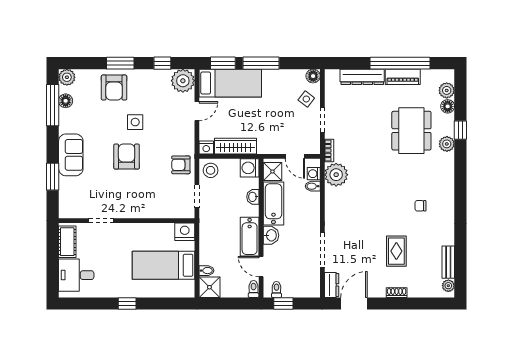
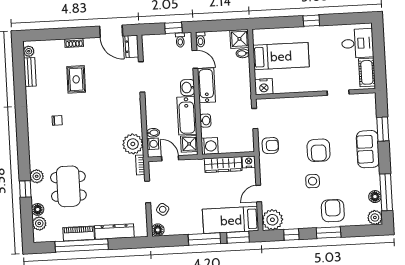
stool: (211, 170) -> (244, 142), removed
door: (354, 304) -> (111, 31), hinge flipped

